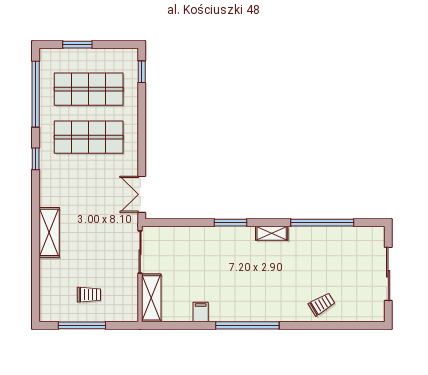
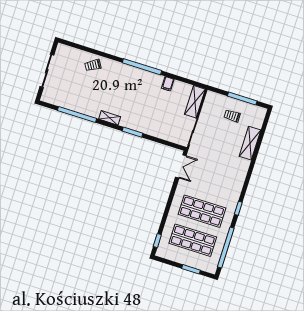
shelving: (49, 232) -> (250, 143), moved

